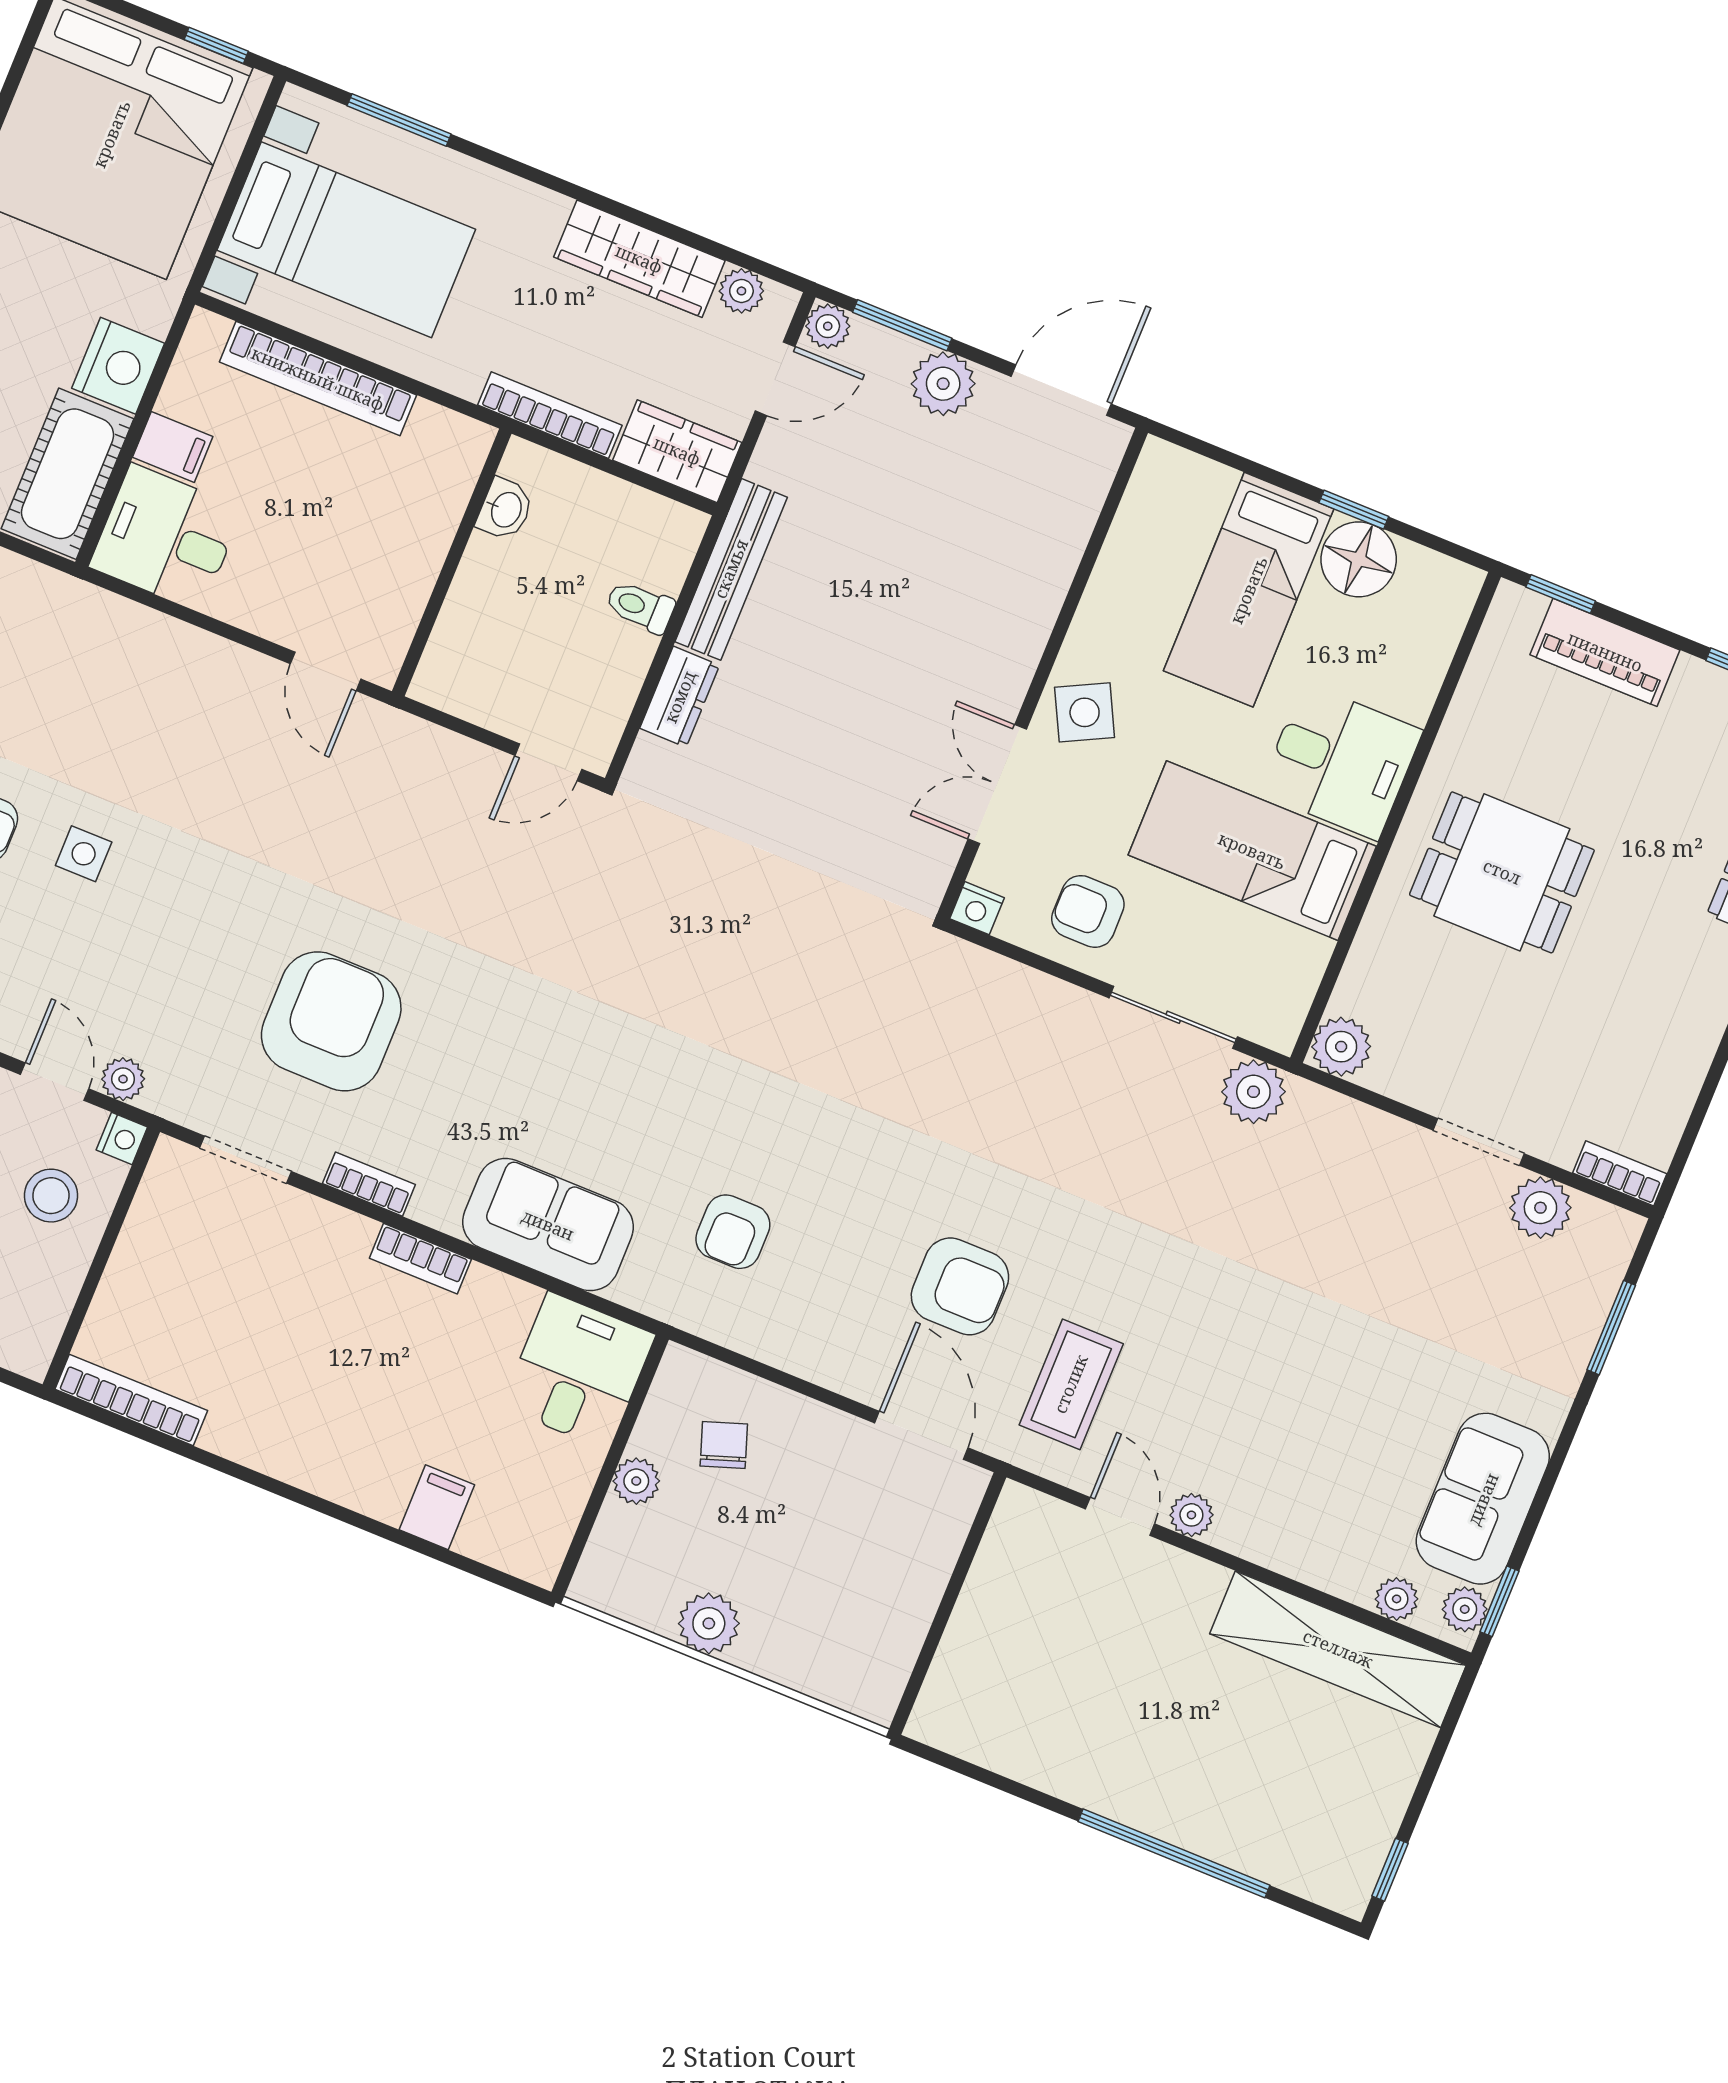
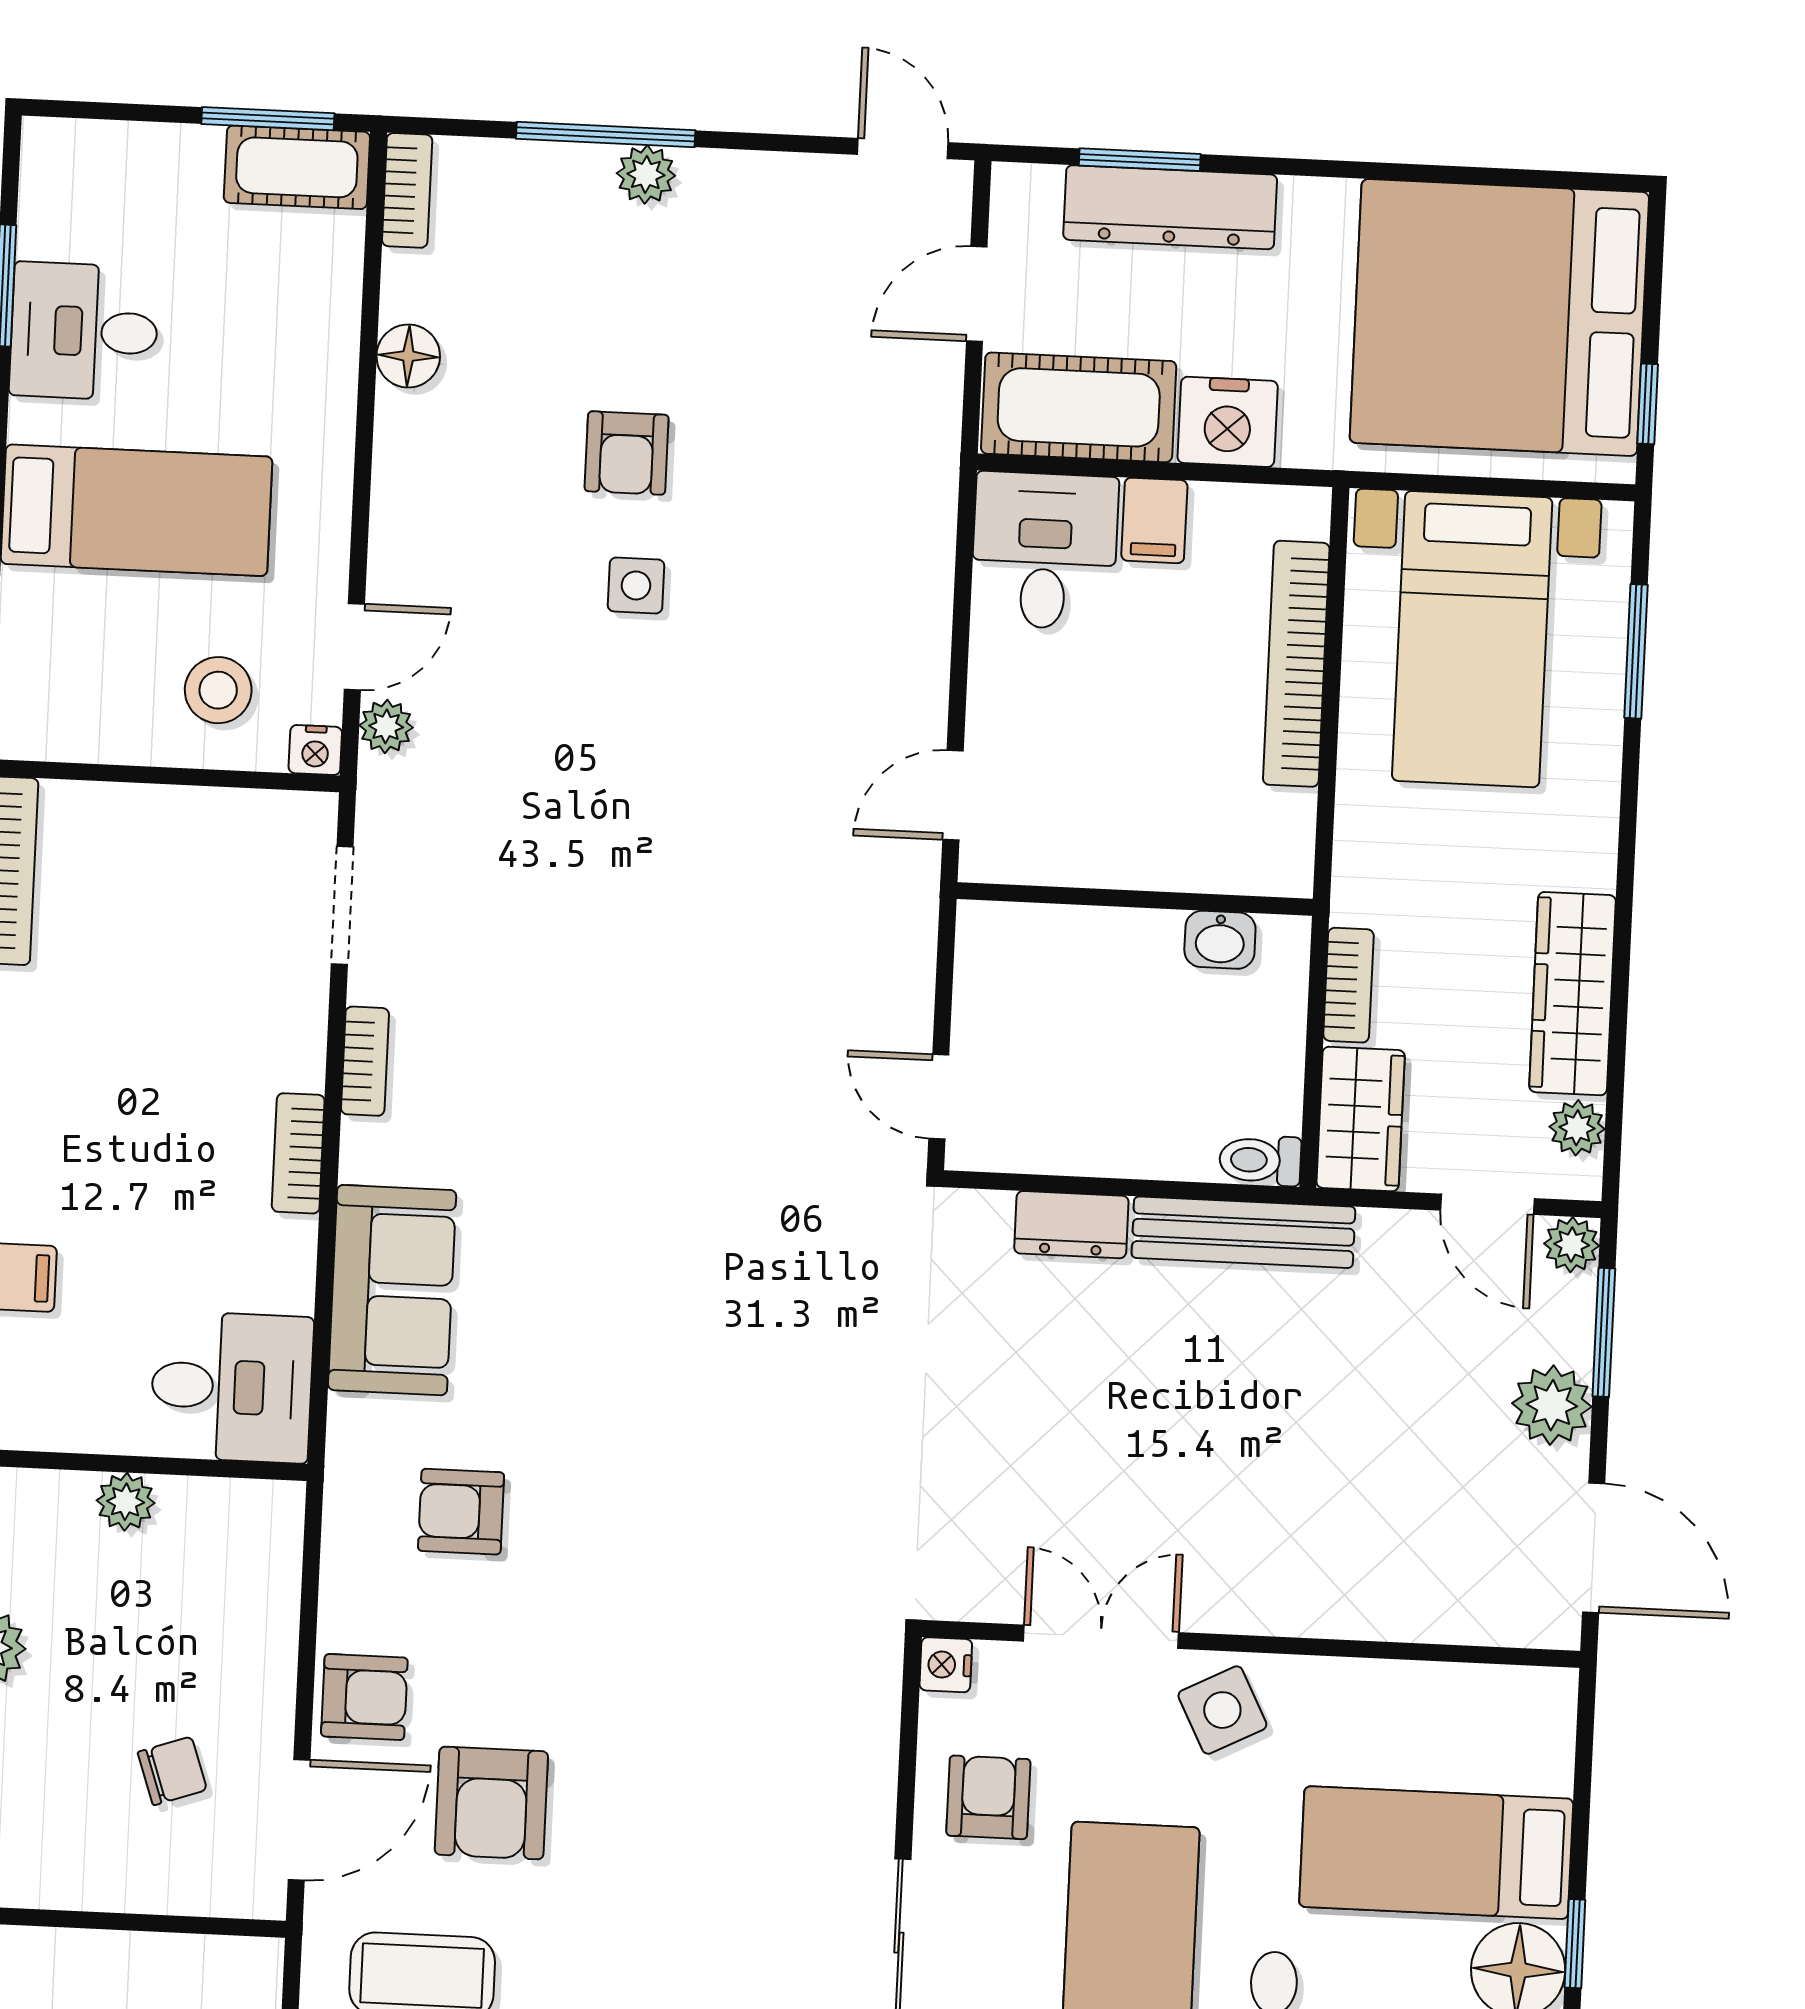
bookcase: (550, 415) -> (1349, 985), width x0.64
toilet: (640, 607) -> (1260, 1160), moved, turned -90
armchair: (331, 1021) -> (364, 1697), moved, width x0.53, depth x0.53
chair: (724, 1445) -> (172, 1771), moved

